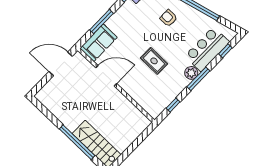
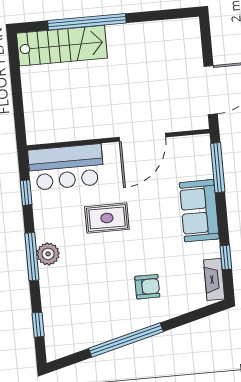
window: (101, 22) -> (218, 168), moved
sofa: (99, 43) -> (199, 211), moved
bar counter: (207, 49) -> (66, 167), moved, turned 90

